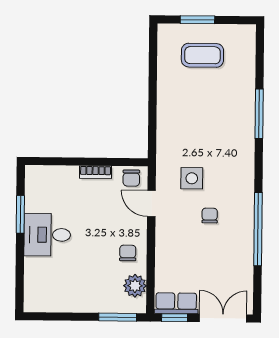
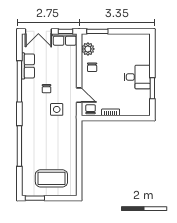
window: (197, 20) -> (35, 198), moved
coffee table: (202, 55) -> (51, 178), width x1.36, depth x1.32
window: (259, 114) -> (19, 146), width x1.46
row of seats: (242, 257) -> (28, 66), added

